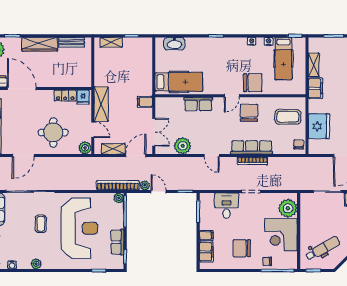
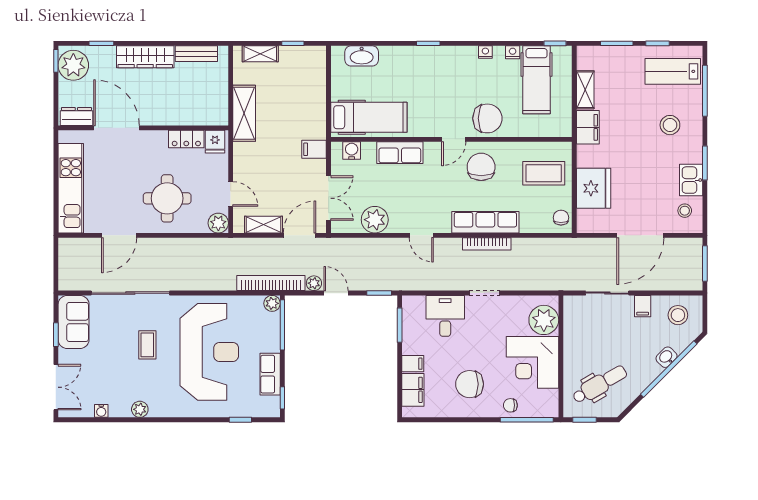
water cooler: (168, 103) -> (352, 151), added
shelving: (101, 104) -> (244, 113), moved

